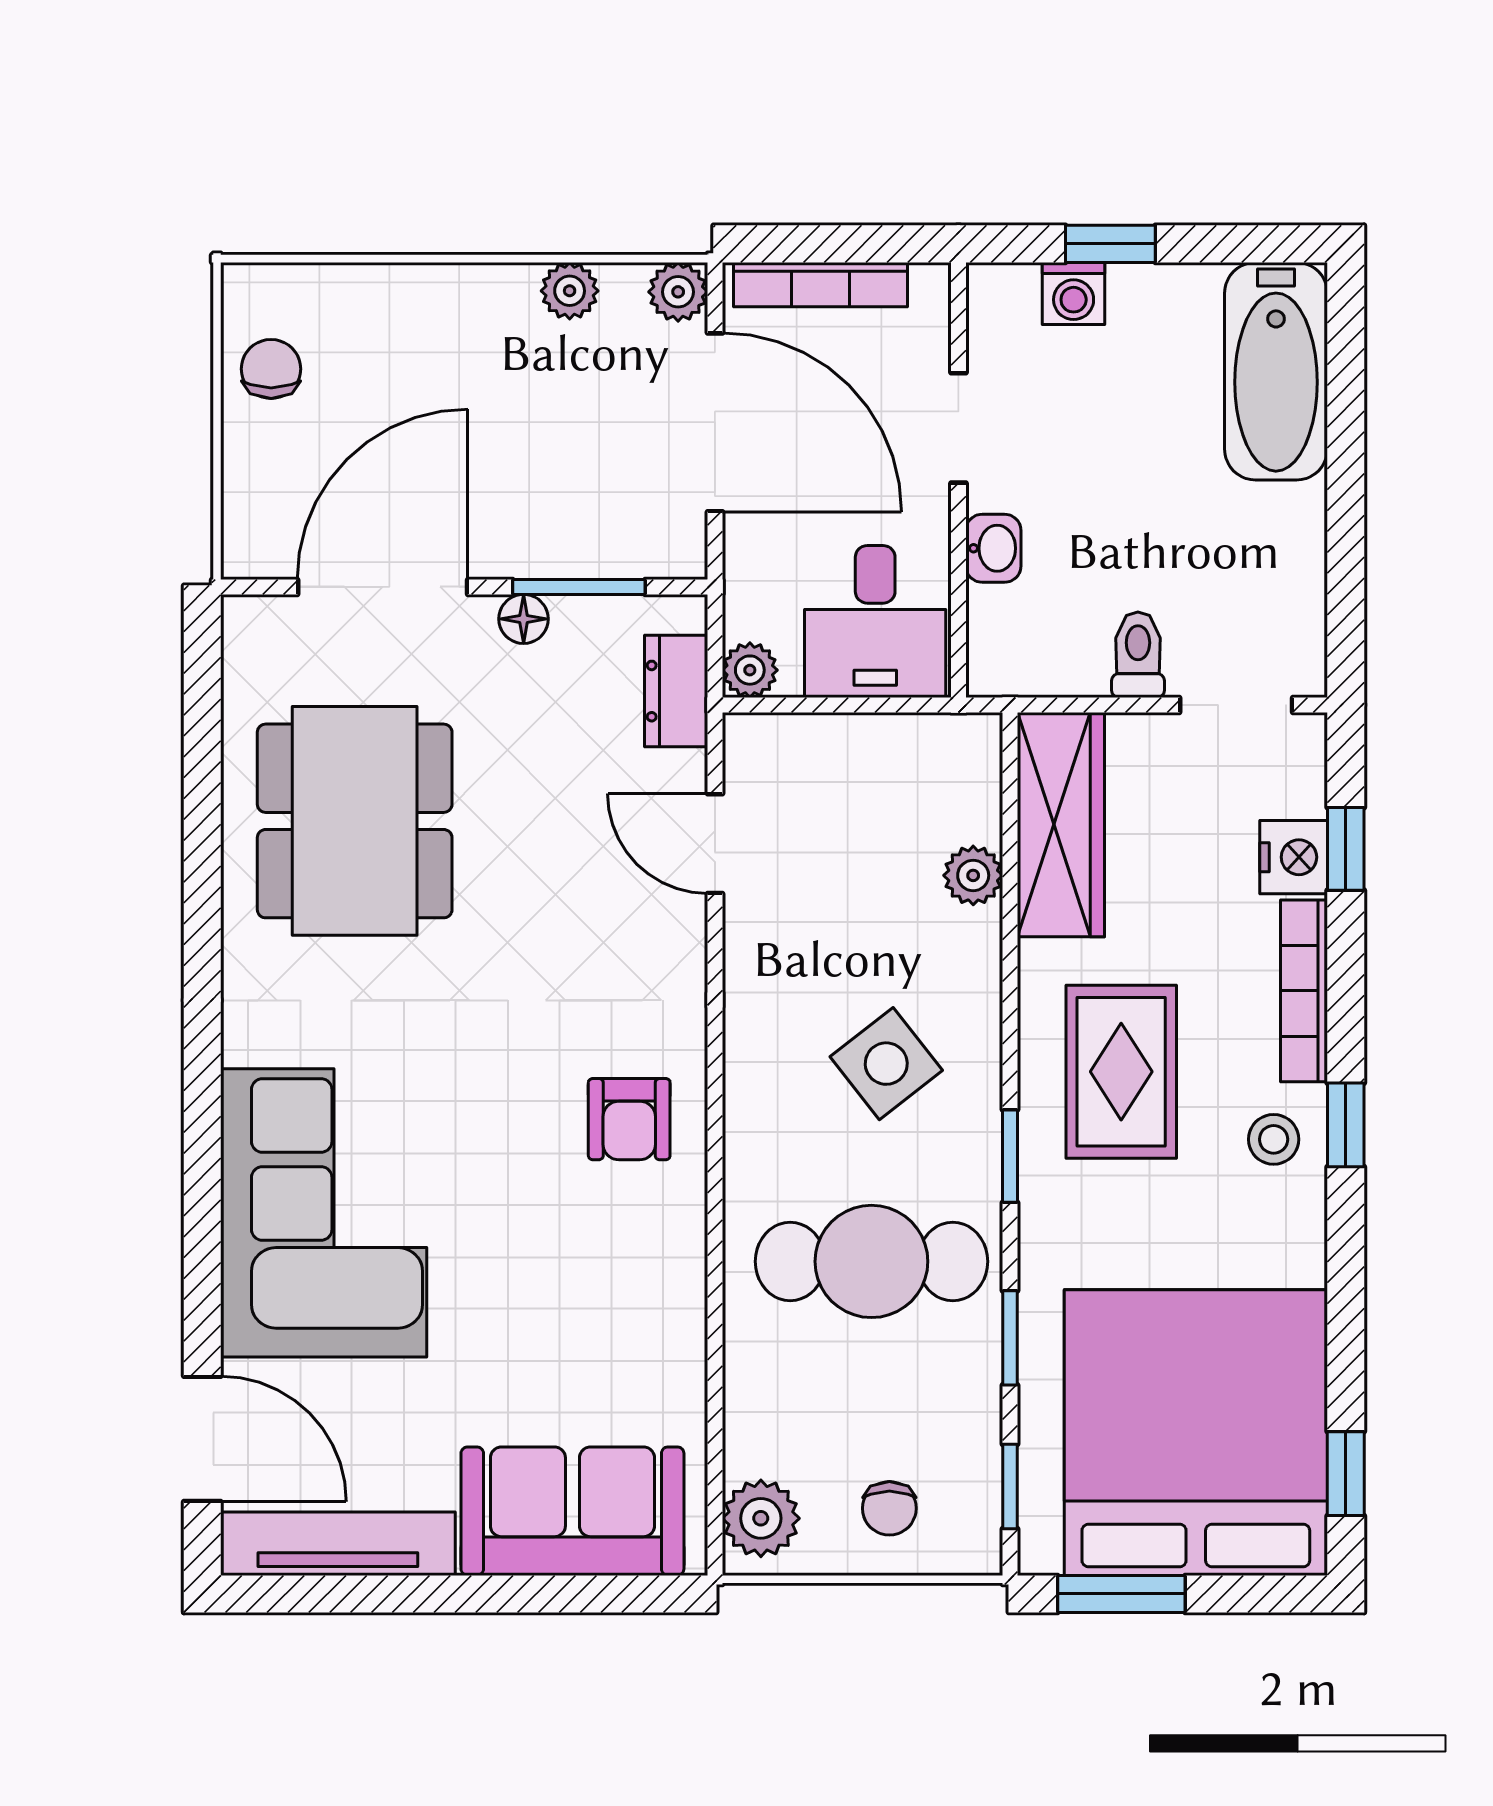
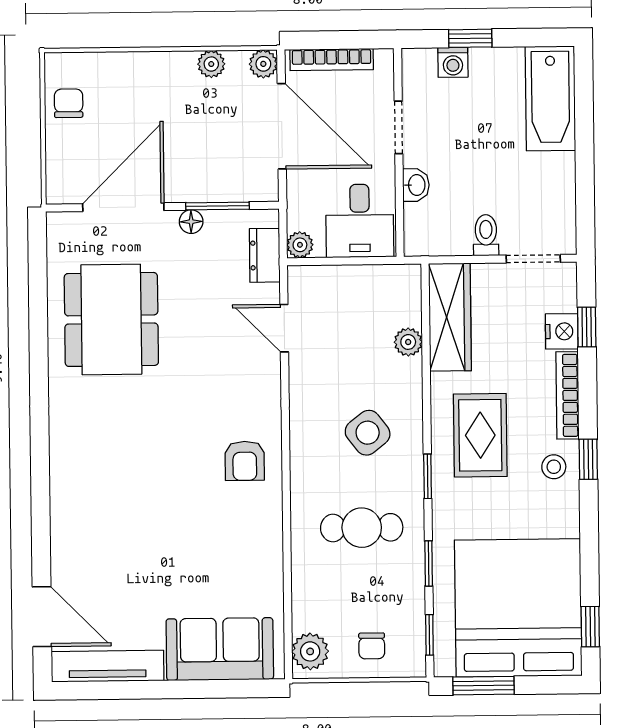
corner sofa: (324, 1213) -> (99, 508), removed
cafe table: (871, 1261) -> (362, 528), width x0.73, depth x0.74

